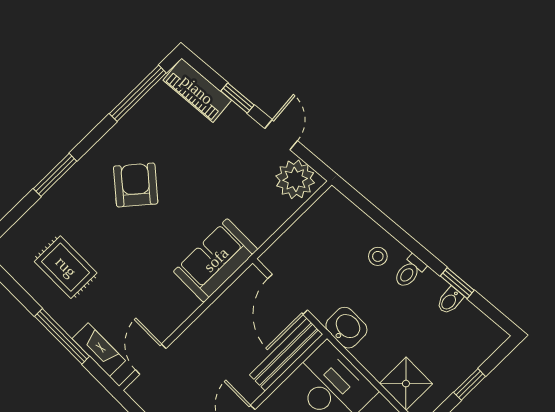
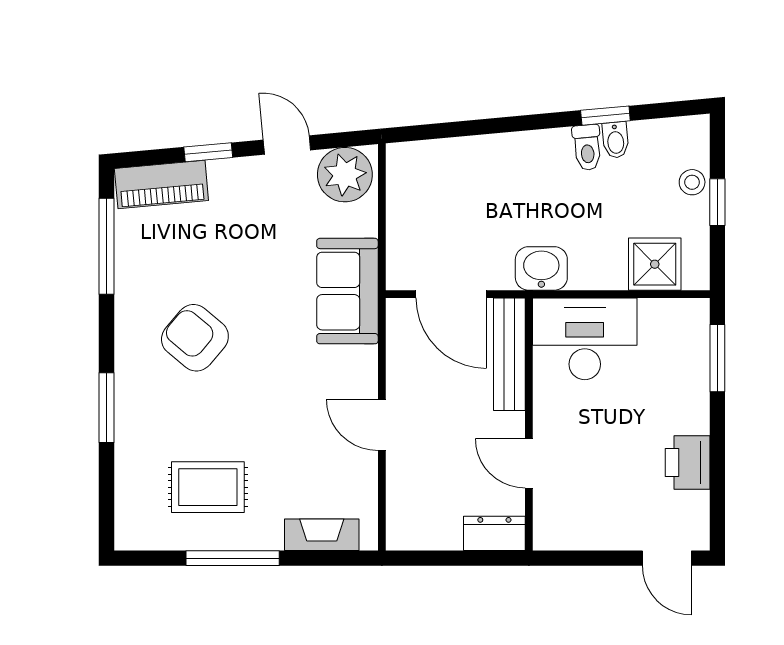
stool: (378, 256) -> (692, 182), moved
sofa: (216, 260) -> (347, 291), moved
toilet: (410, 271) -> (587, 147), moved
window: (62, 336) -> (233, 558), moved
door: (151, 359) -> (382, 425), moved

